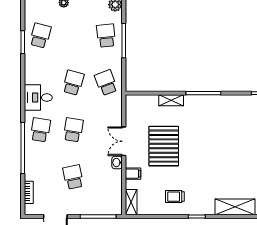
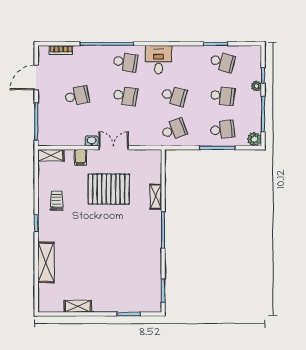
school desk: (73, 36) -> (222, 96), added

